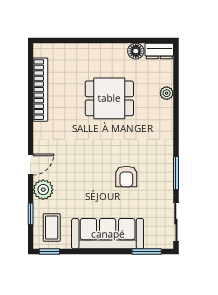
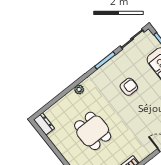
floor lamp: (136, 51) -> (54, 137), removed
plant: (167, 93) -> (79, 89), moved

